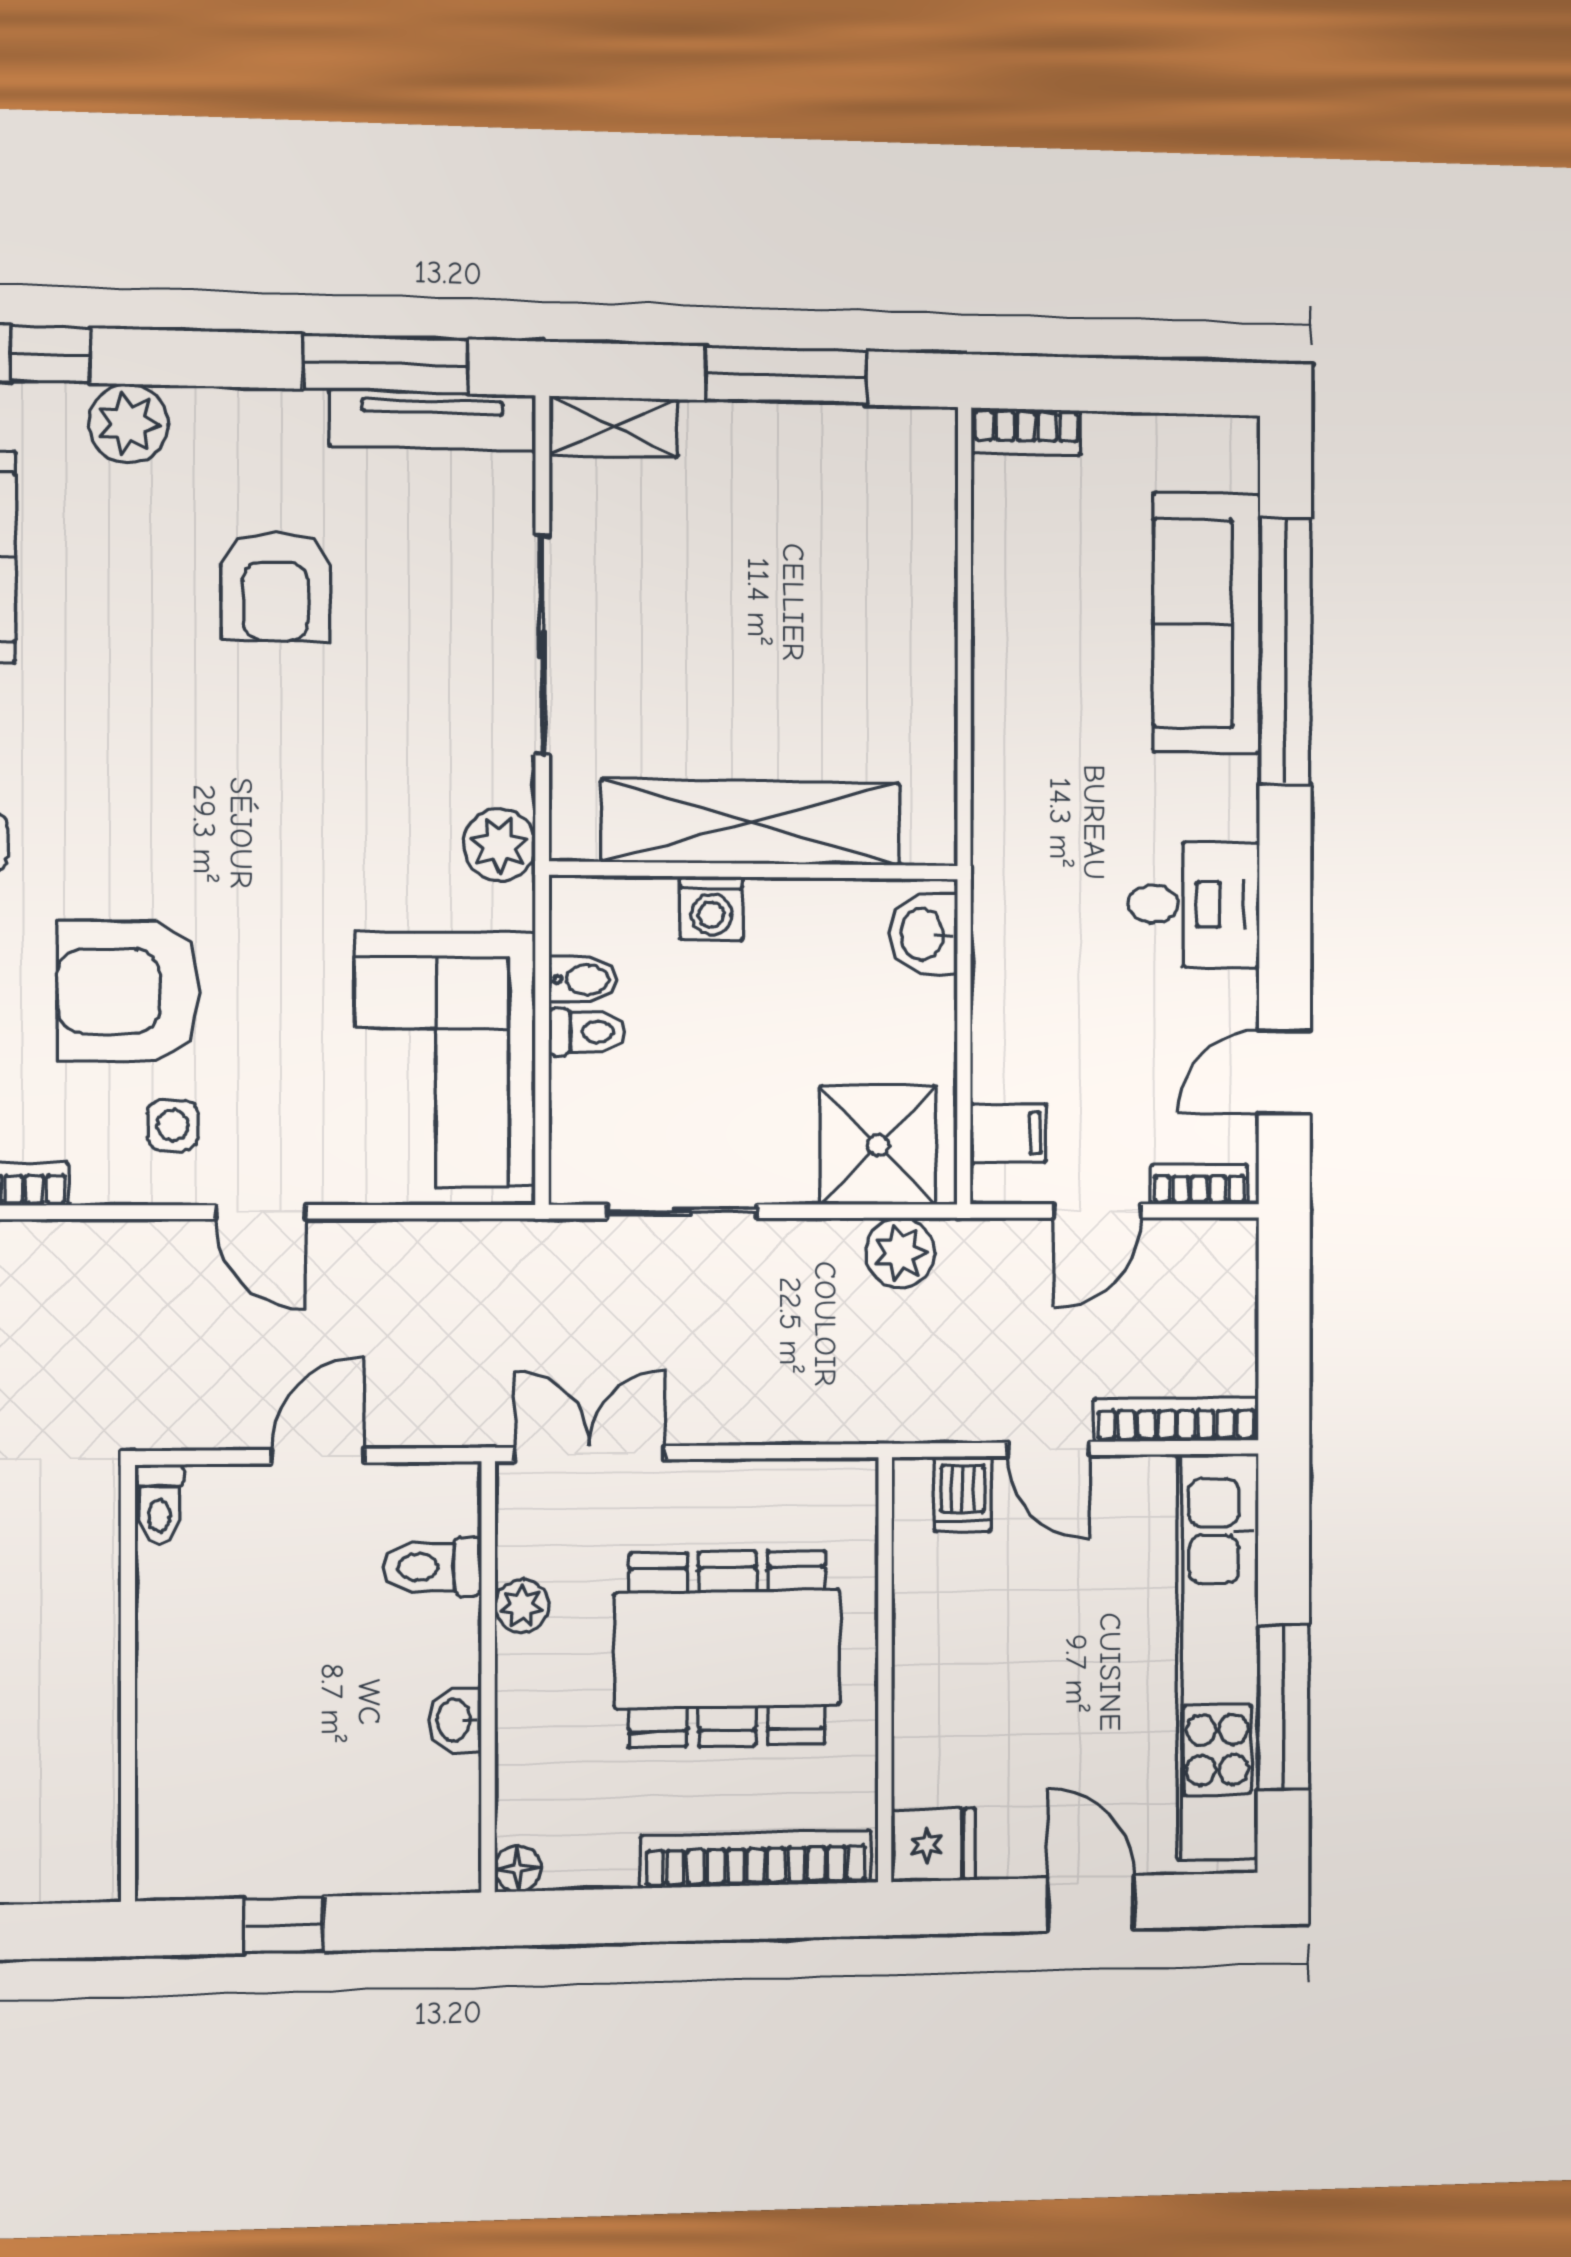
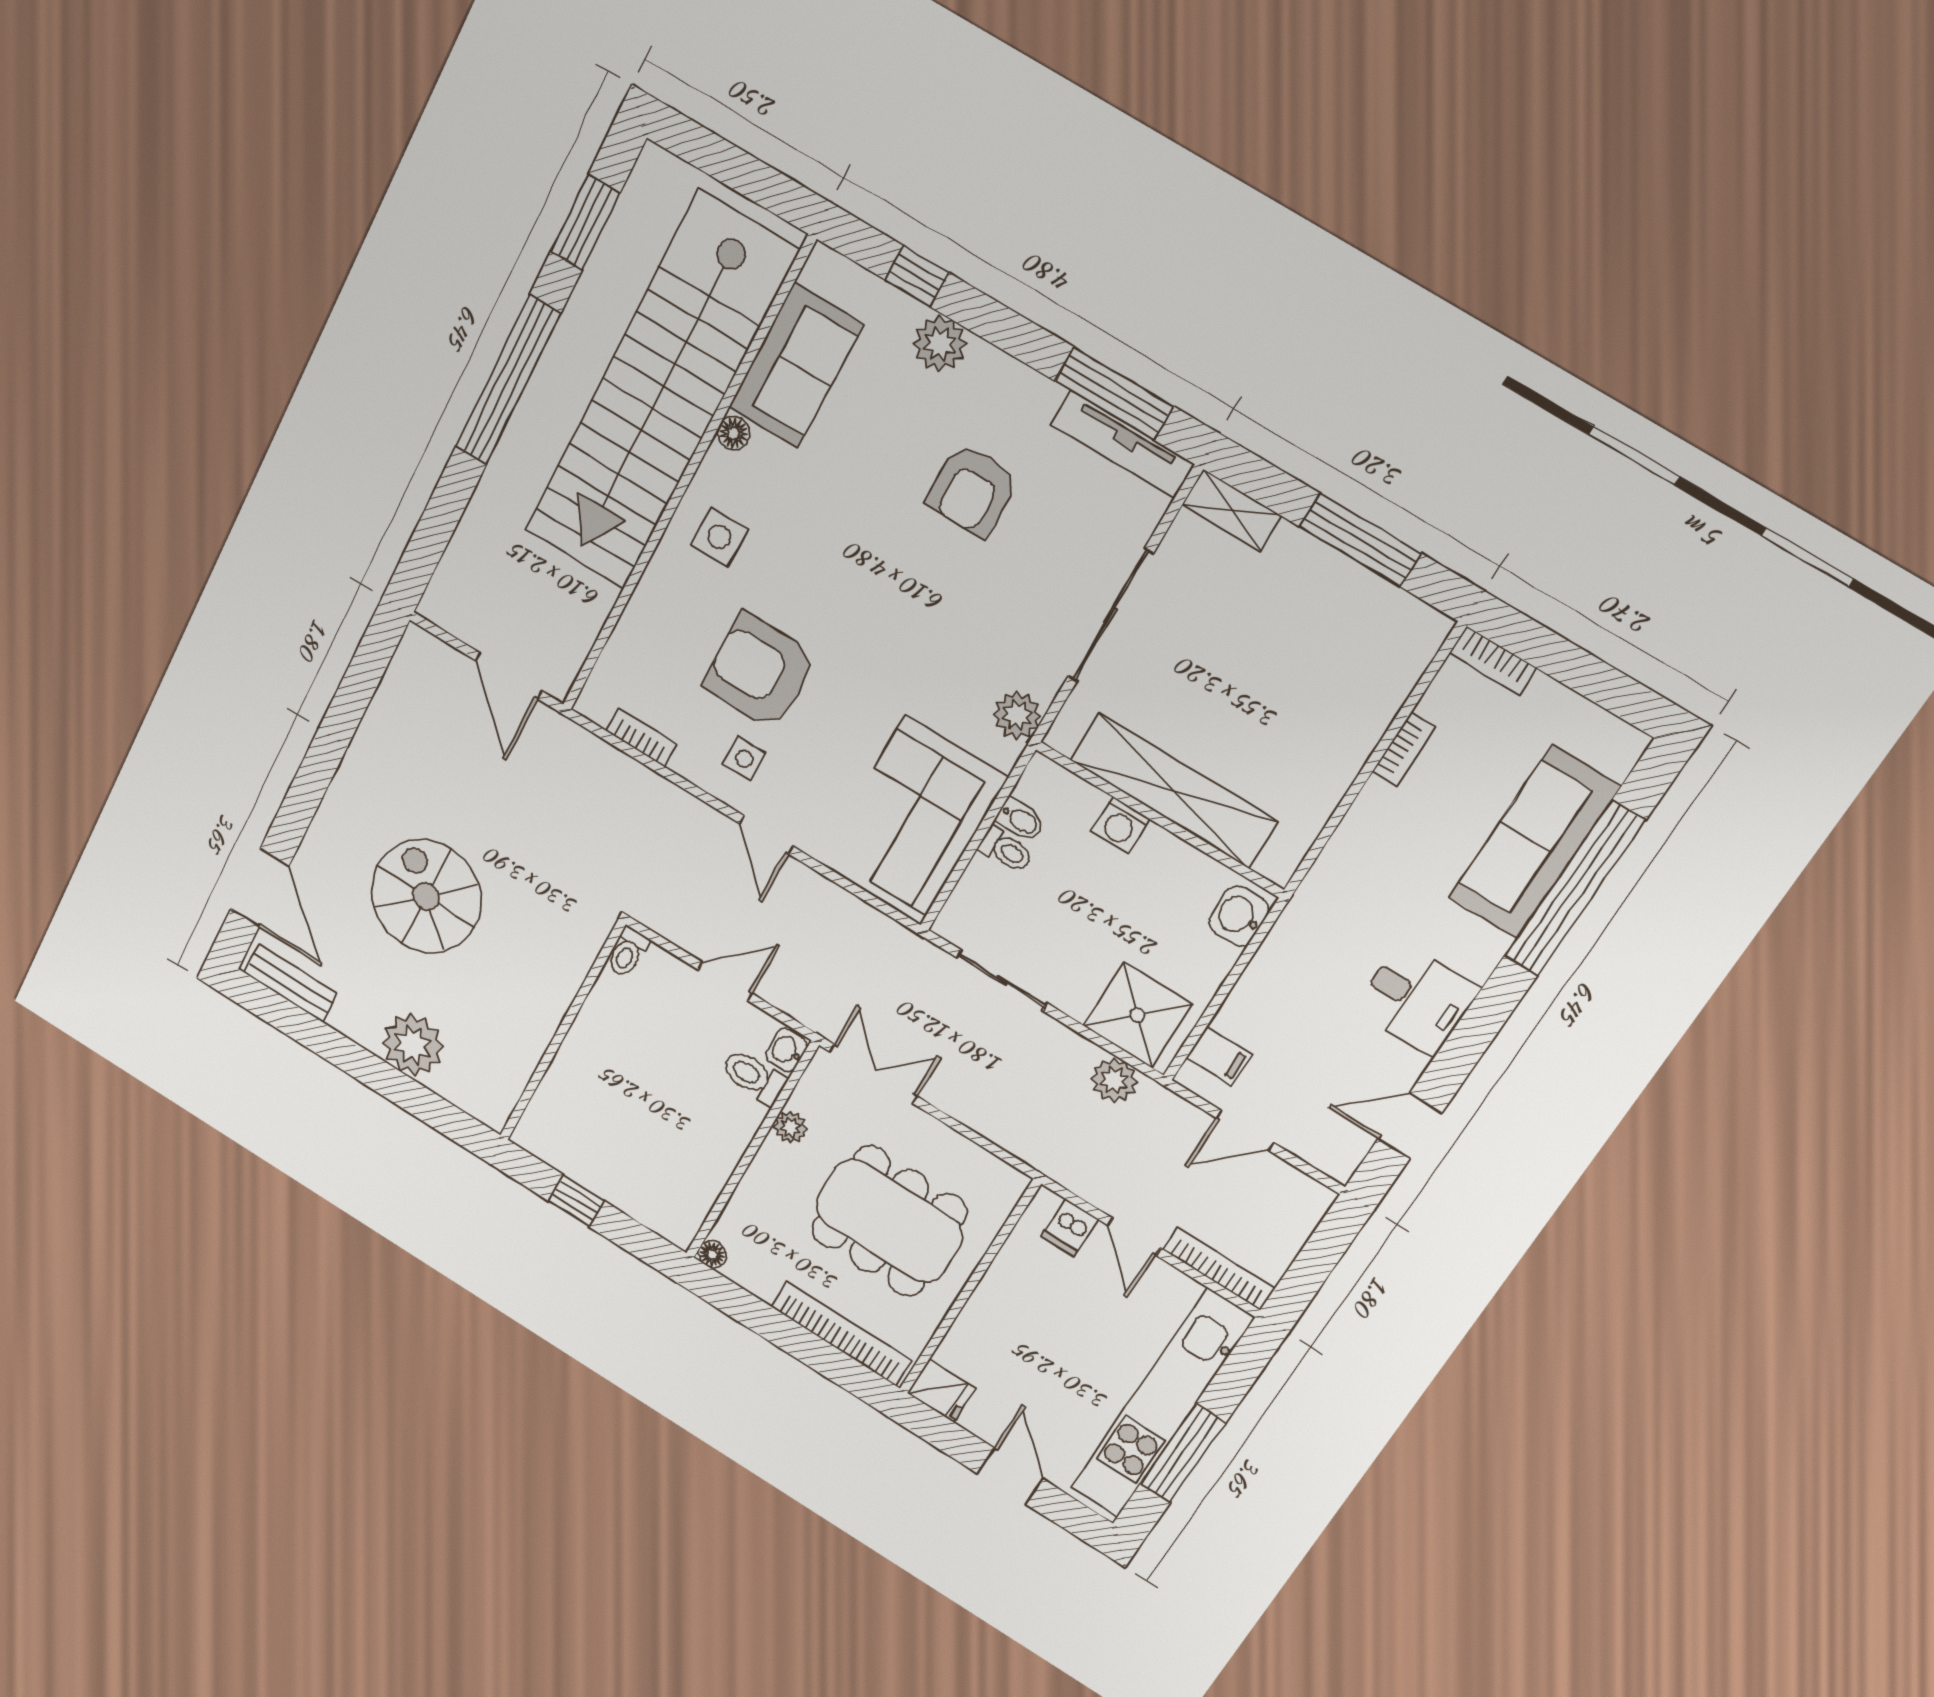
bookcase: (1199, 1184) -> (1404, 749), moved, turned 90
washbasin: (455, 1720) -> (786, 1050), moved

